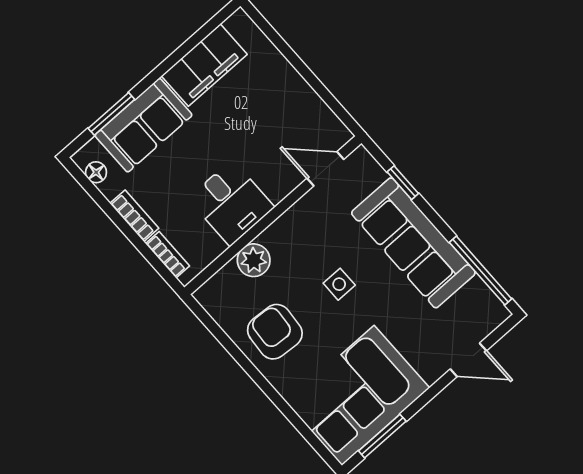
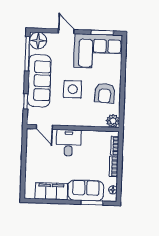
desk: (231, 203) -> (69, 143), moved
plant: (254, 260) -> (113, 121), moved
side table: (339, 284) -> (73, 89), width x1.87, depth x1.87
floor lamp: (484, 312) -> (38, 41), added
door: (468, 360) -> (66, 31), moved

